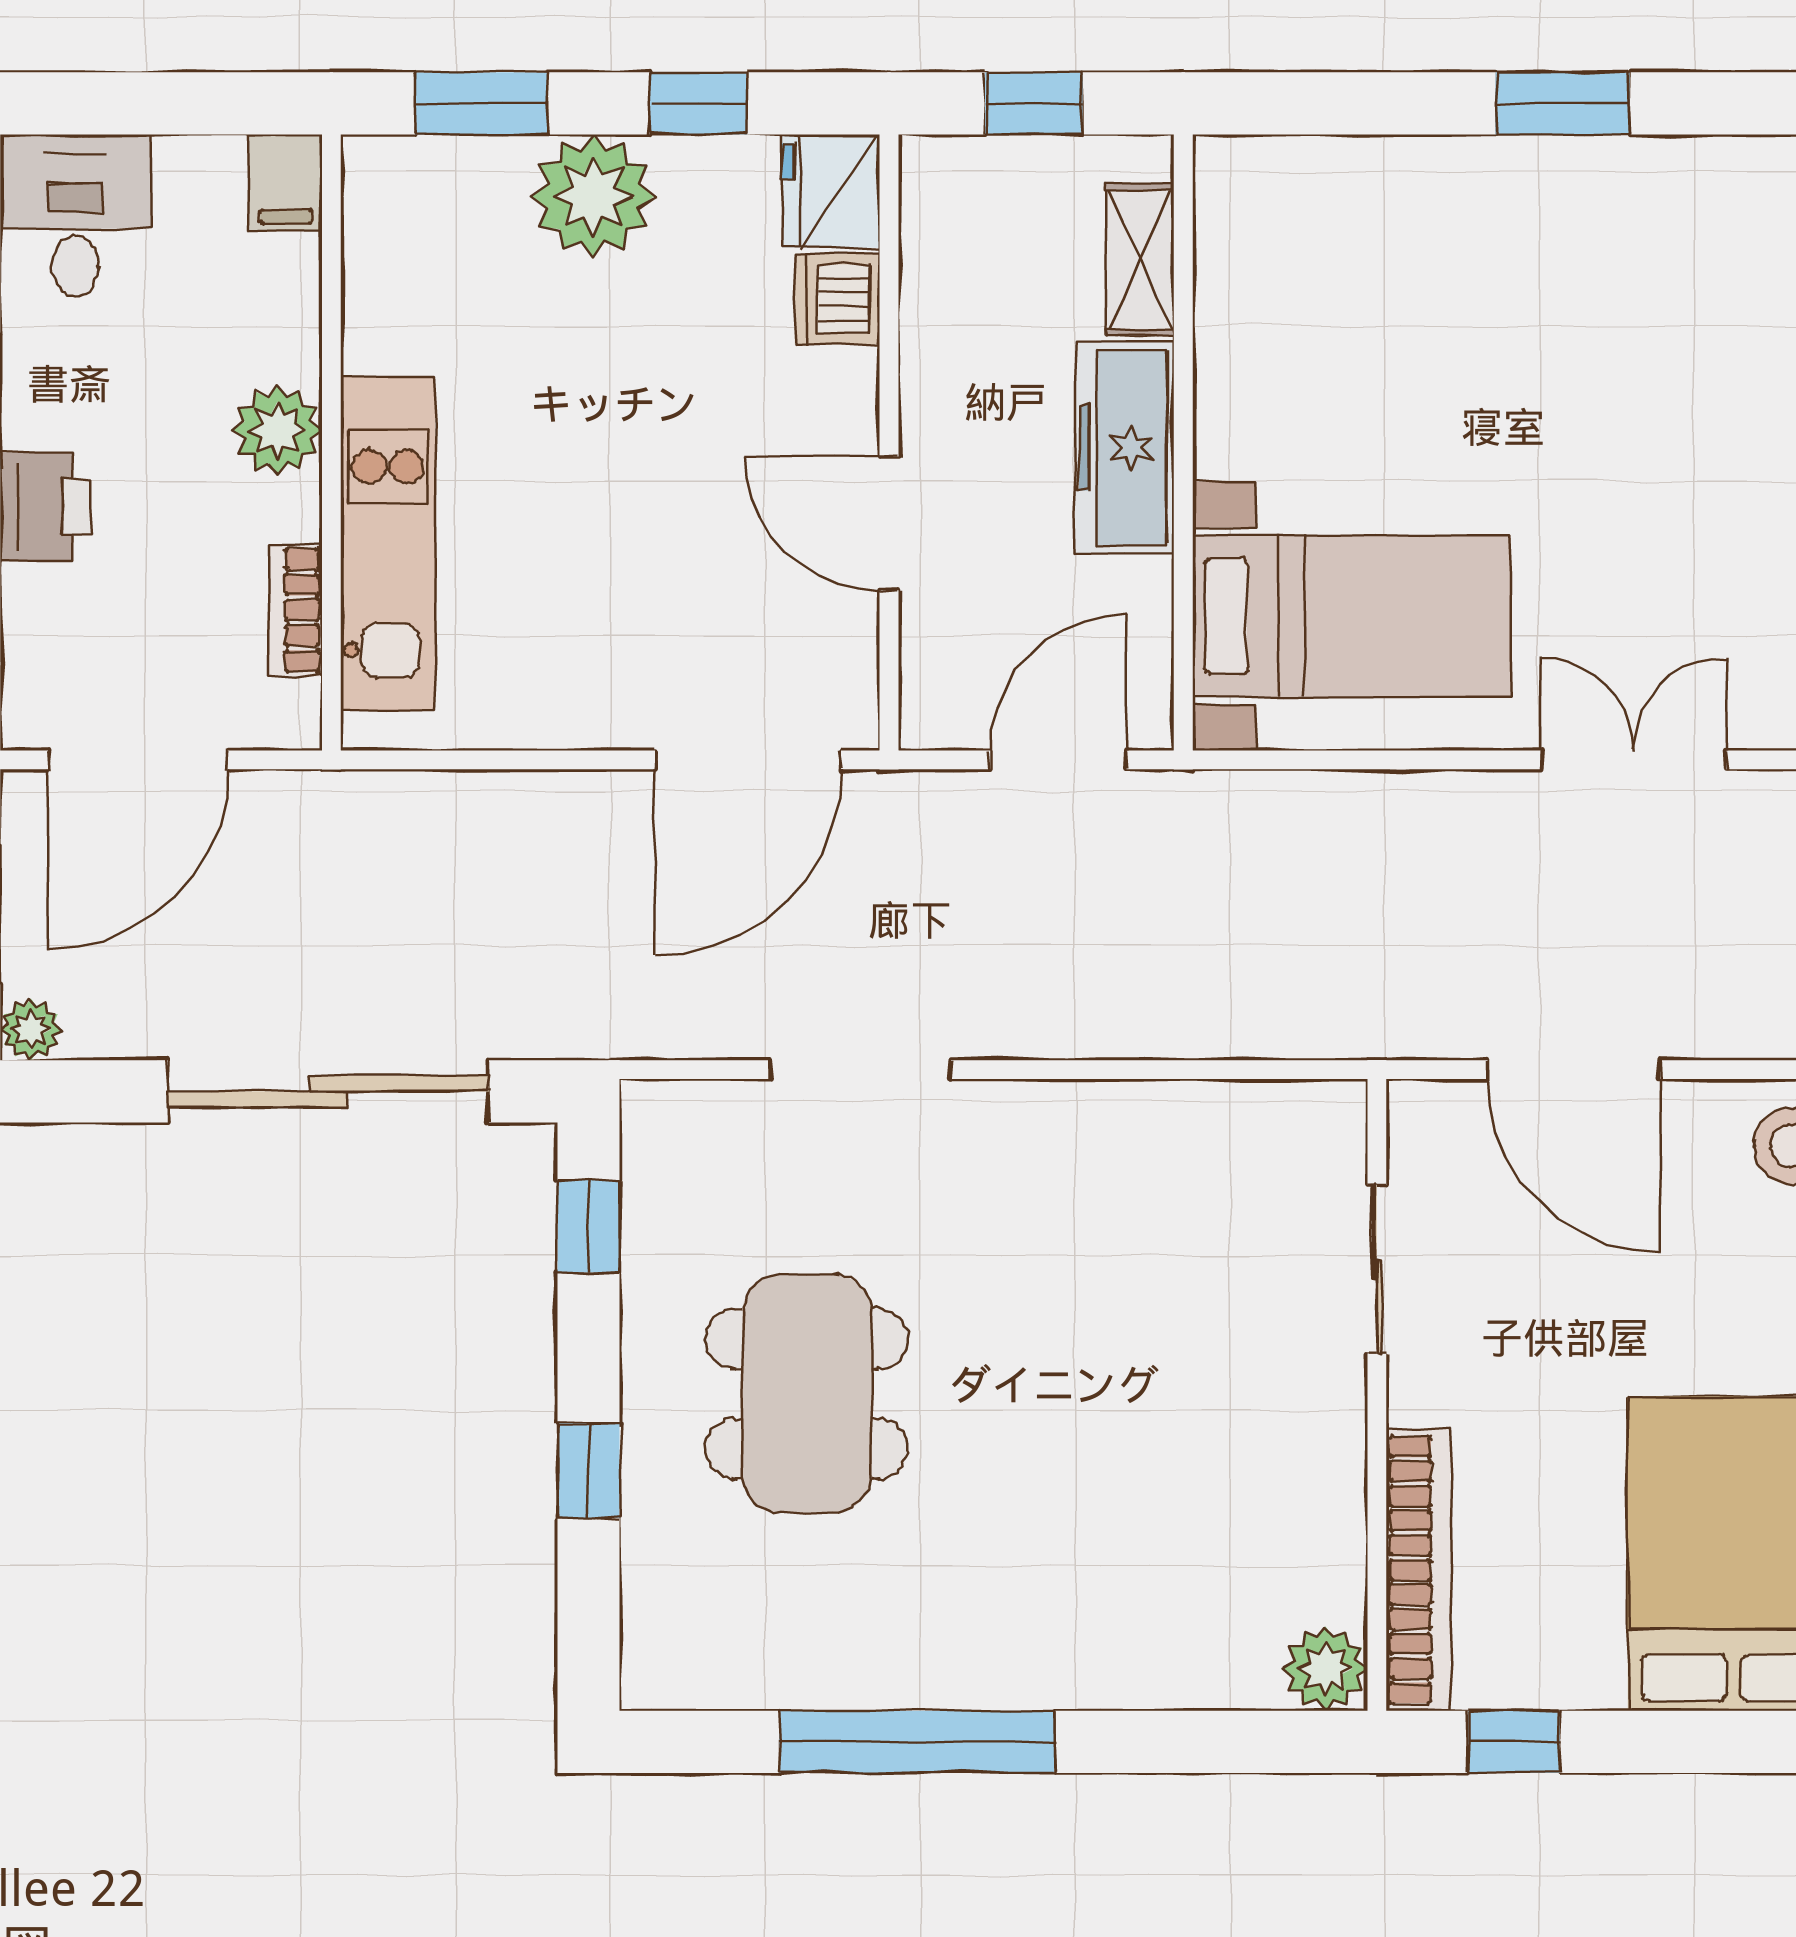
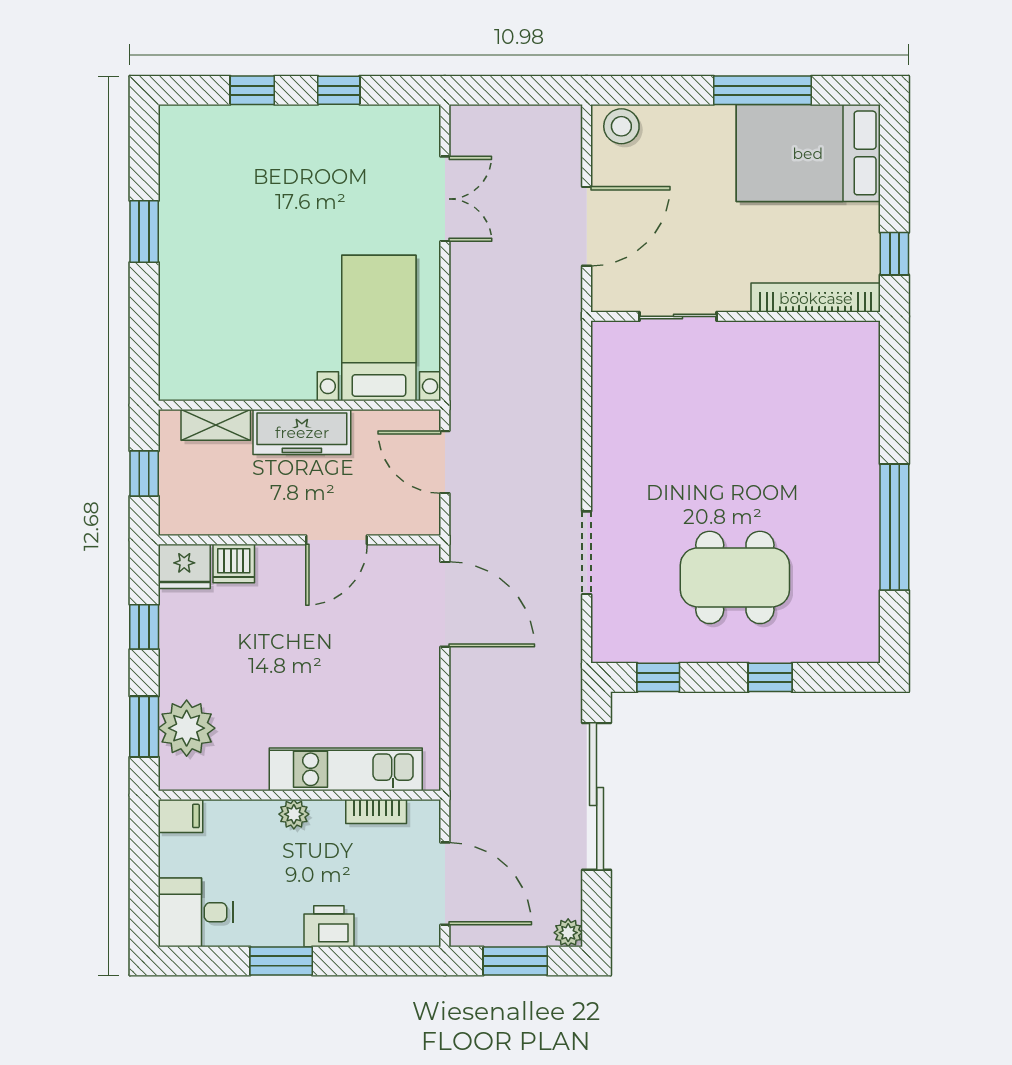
plant: (593, 196) -> (187, 728), moved
plant: (277, 430) -> (294, 814), width x0.73, depth x0.73
double door: (1634, 760) -> (445, 199), swing flipped
plant: (1325, 1669) -> (861, 340), removed

